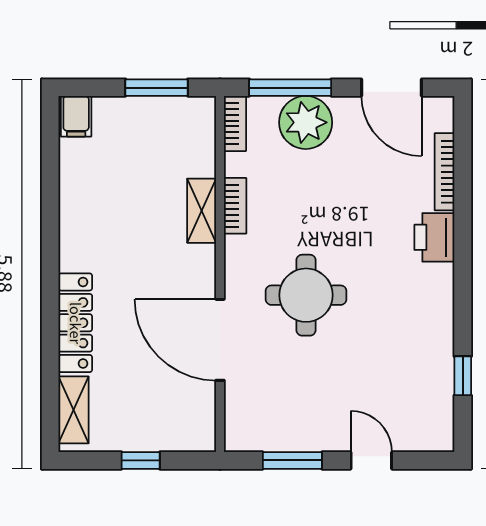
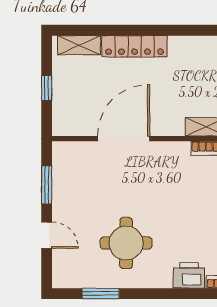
round table: (306, 295) -> (126, 243), moved
window: (463, 376) -> (101, 294), width x1.50
door: (371, 460) -> (47, 235), hinge flipped

